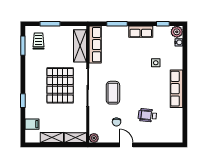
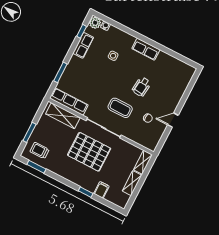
row of seats: (141, 32) -> (83, 45), moved
row of seats: (177, 89) -> (146, 49), width x0.68
wheelchair: (147, 115) -> (141, 87), moved
filing cabinet: (32, 124) -> (101, 190), moved
plant: (94, 138) -> (152, 146), removed

